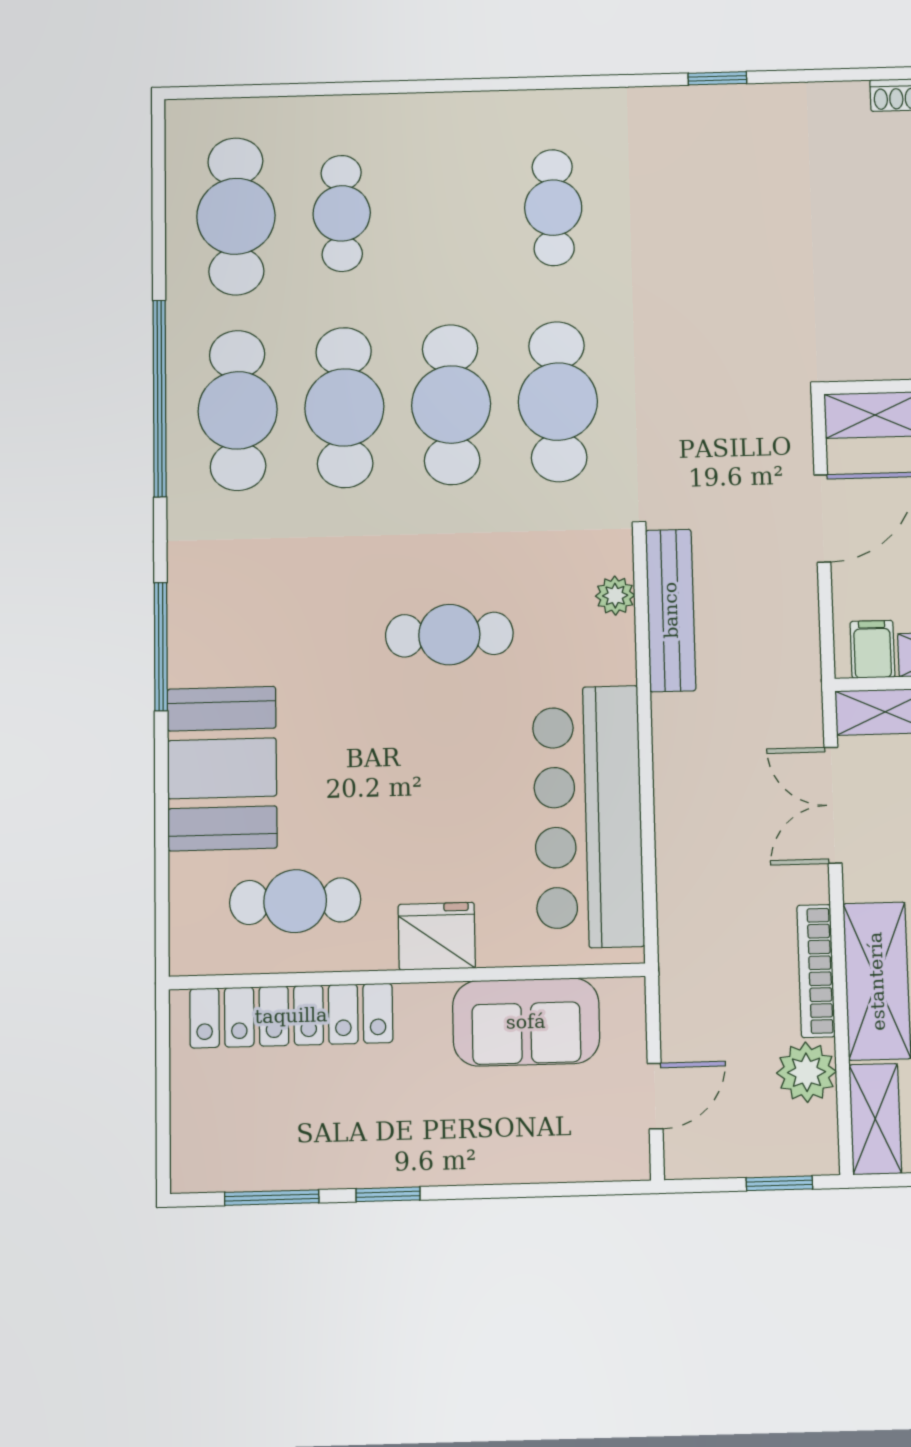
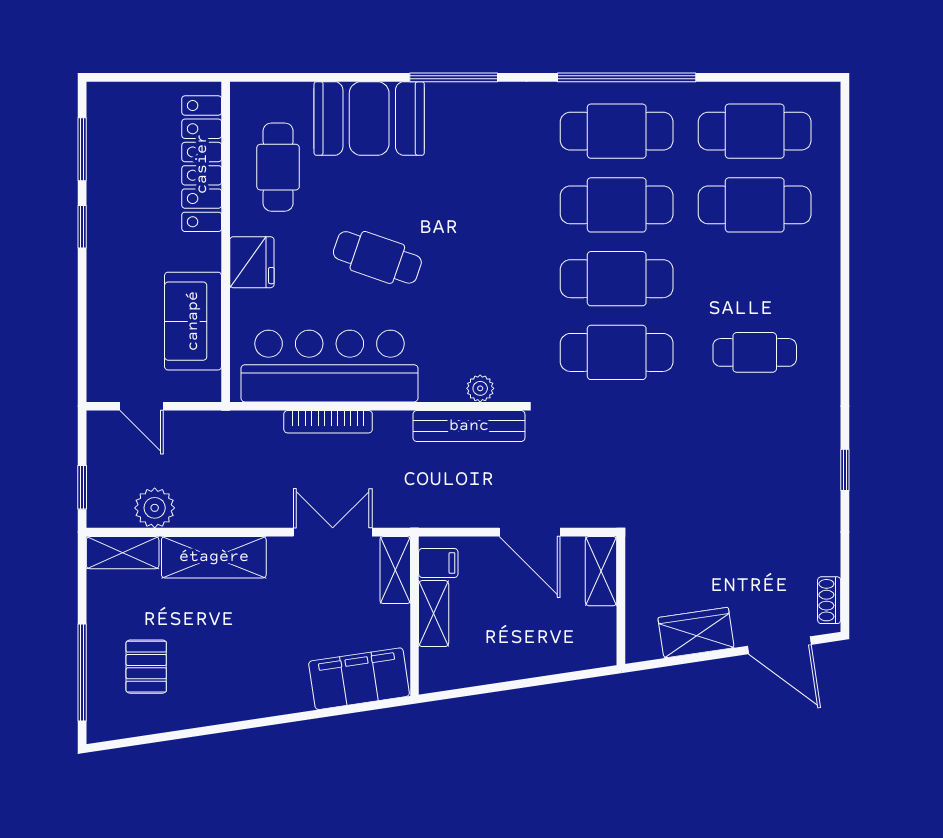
cafe table: (342, 213) -> (755, 205), width x1.37, depth x1.35
cafe table: (449, 635) -> (377, 257), moved, turned -71
bookcase: (816, 971) -> (328, 422), moved, turned 180

